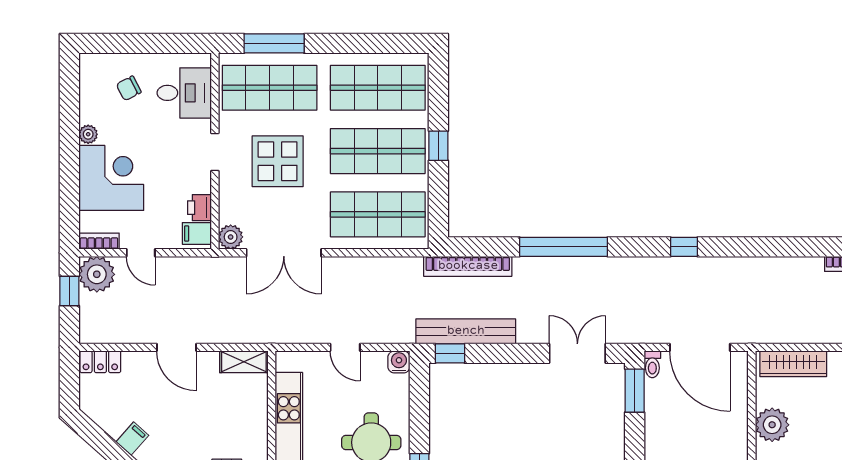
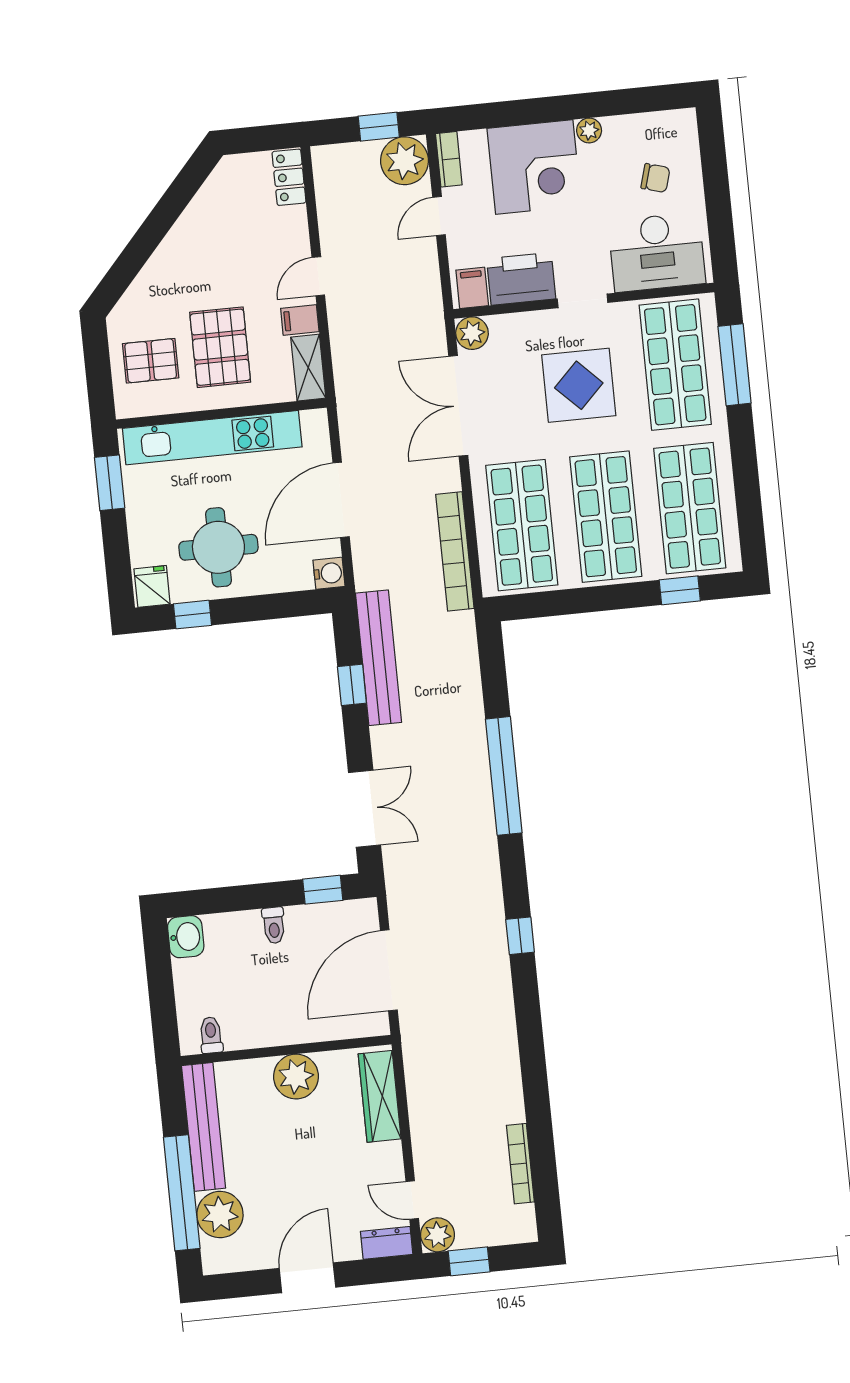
chair: (129, 88) -> (655, 178), turned 133
desk: (184, 93) -> (657, 252), width x1.37
window: (438, 146) -> (680, 590), moved
printer: (199, 208) -> (521, 279), width x1.87, depth x1.48
bookcase: (468, 266) -> (455, 551), moved
door: (176, 347) -> (318, 276), width x0.73
door: (345, 347) -> (341, 500), width x1.88
window: (450, 353) -> (352, 685), moved
toilet: (652, 364) -> (274, 925), moved, turned -90
window: (635, 391) -> (323, 890), width x0.67
pallet: (222, 426) -> (220, 347), added
filing cabinet: (132, 439) -> (300, 320), moved, turned 138

